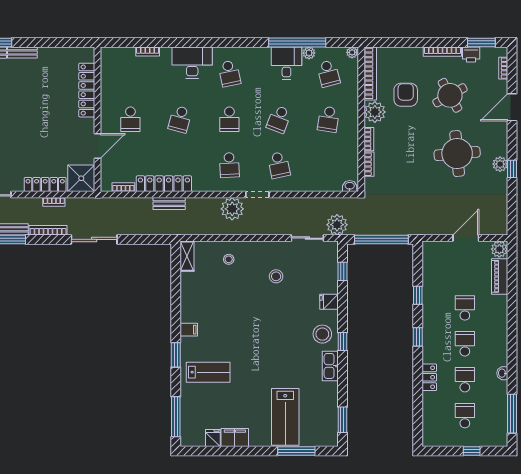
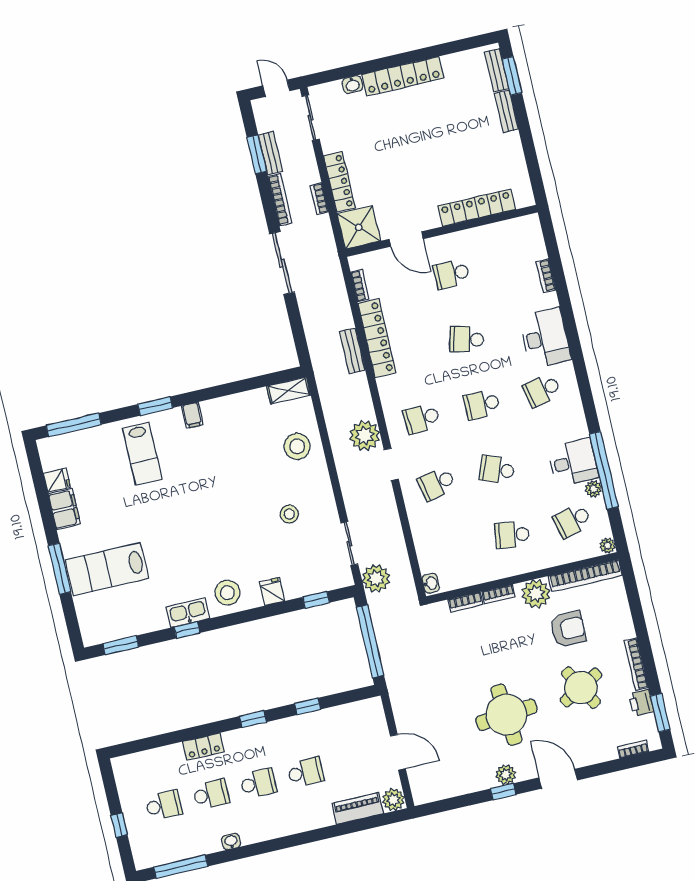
door: (512, 107) -> (558, 779), moved
stool: (229, 259) -> (297, 446), width x1.89, depth x1.89
window: (342, 341) -> (187, 630), moved
window: (296, 451) -> (60, 569), moved

